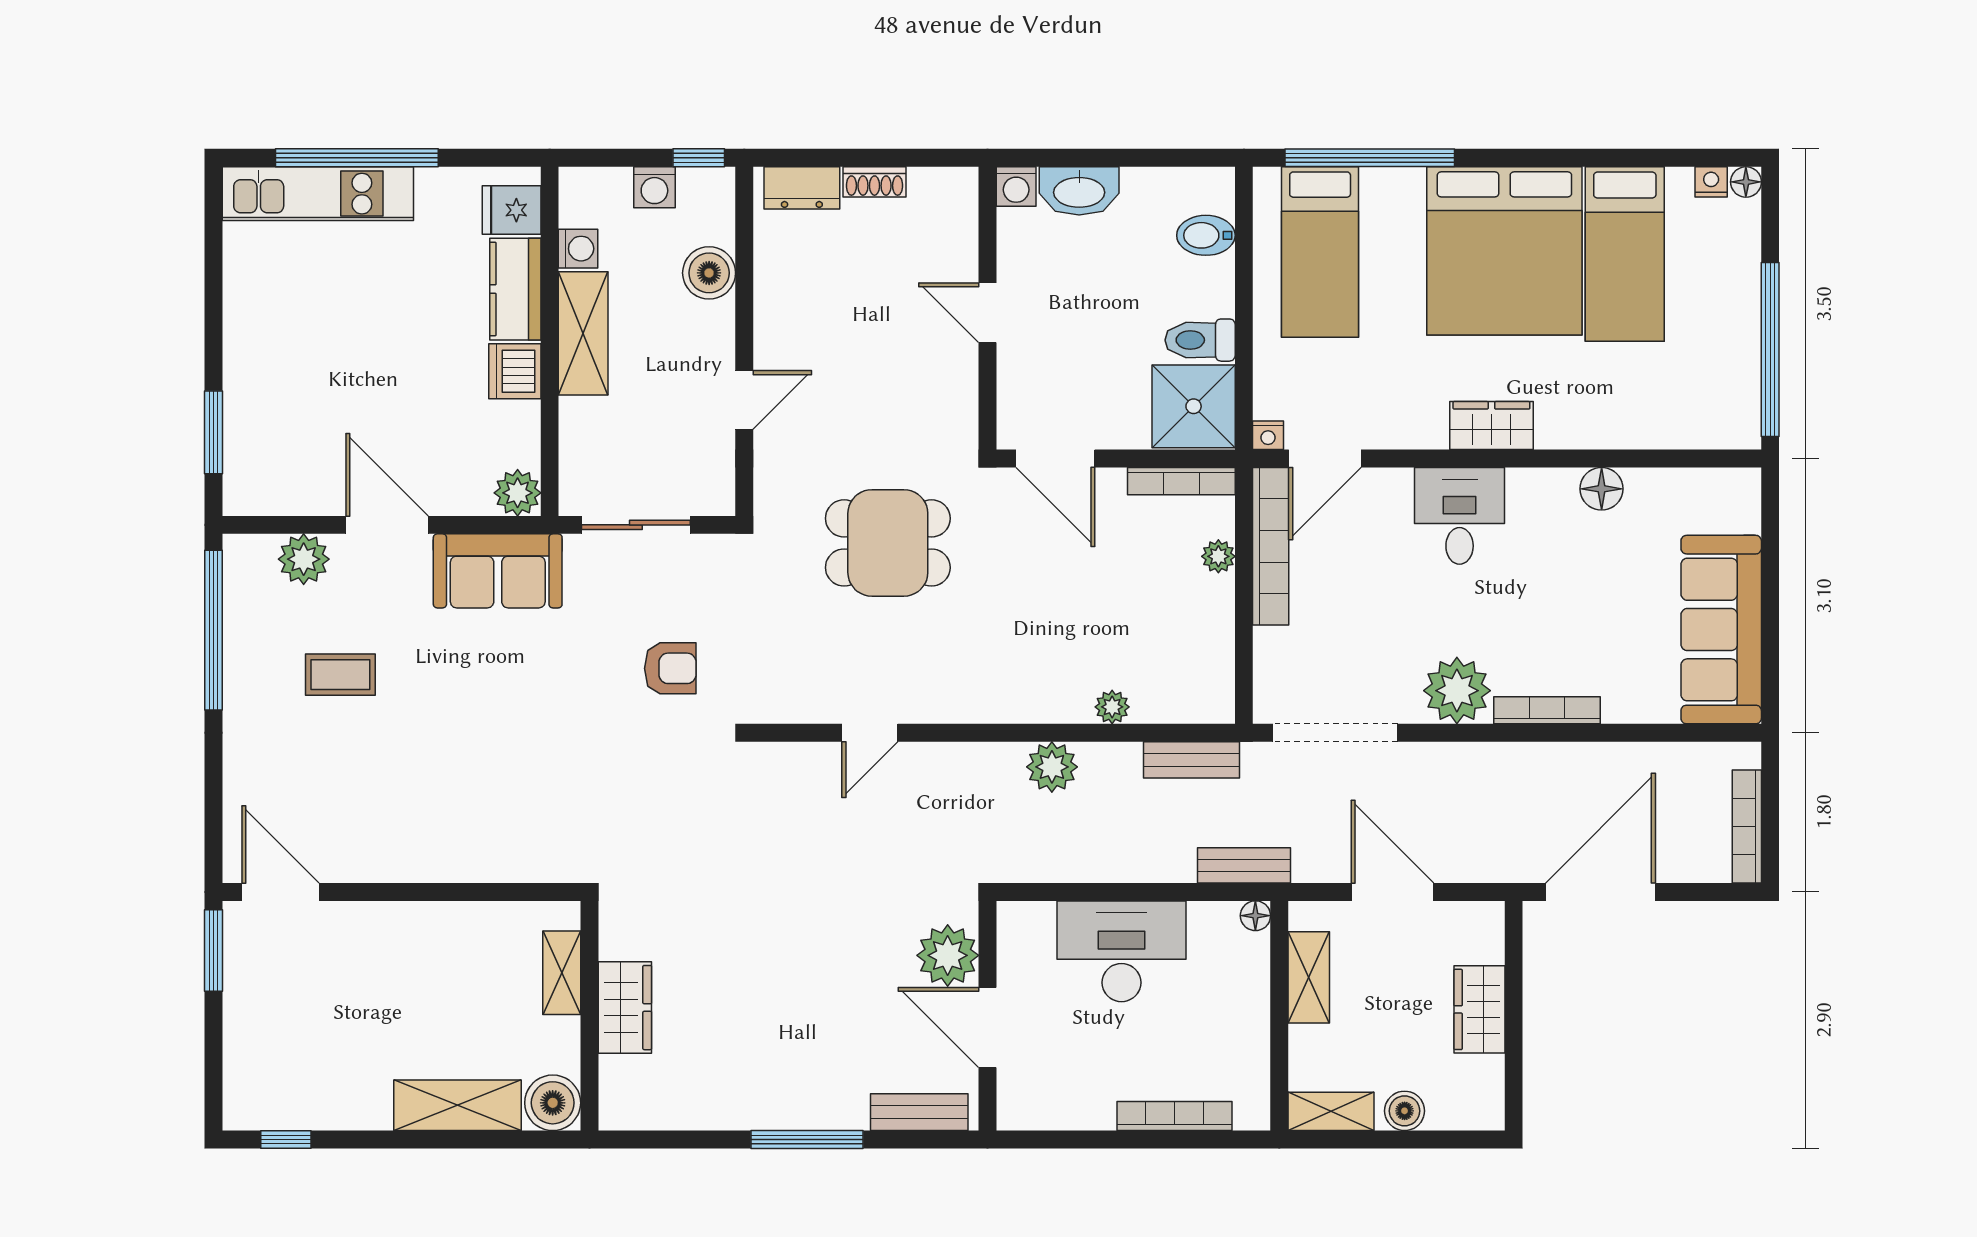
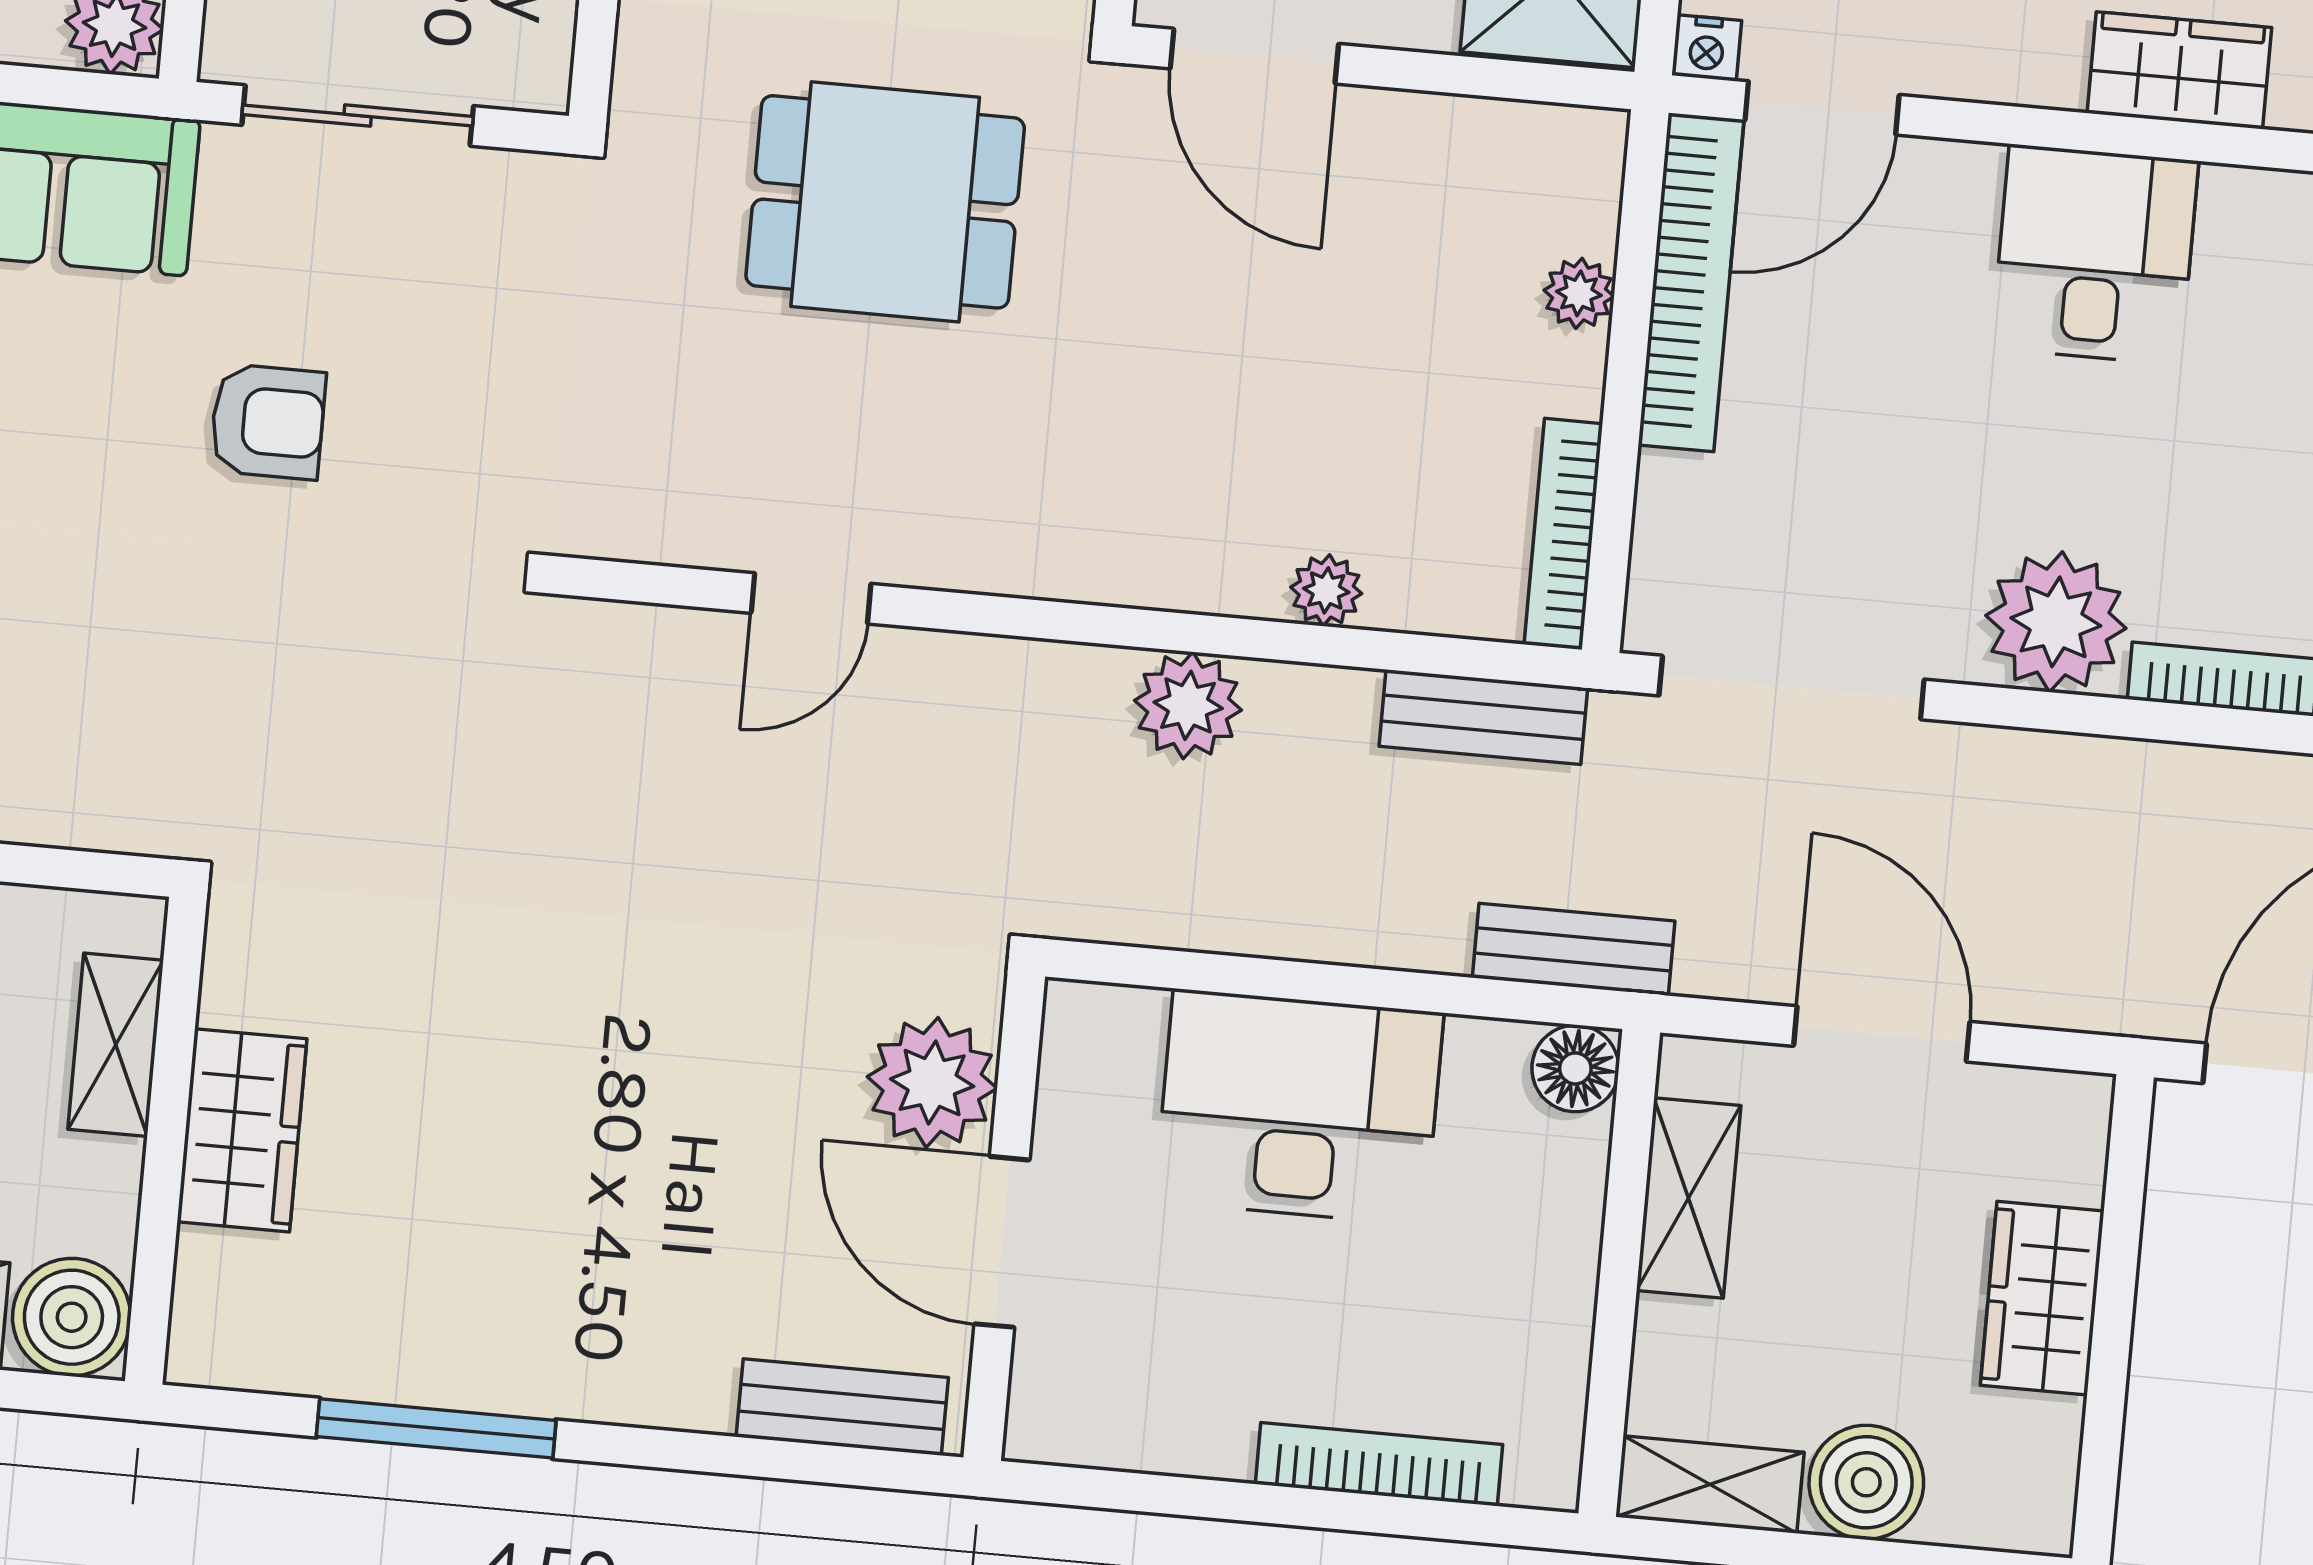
bookcase: (1181, 481) -> (1563, 534), moved, turned 90
armchair: (670, 668) -> (268, 422), moved
floor lamp: (1255, 916) -> (1575, 1068), width x1.37, depth x1.37
boiler: (1405, 1111) -> (1866, 1482), width x1.36, depth x1.36
window: (807, 1140) -> (436, 1428), moved

